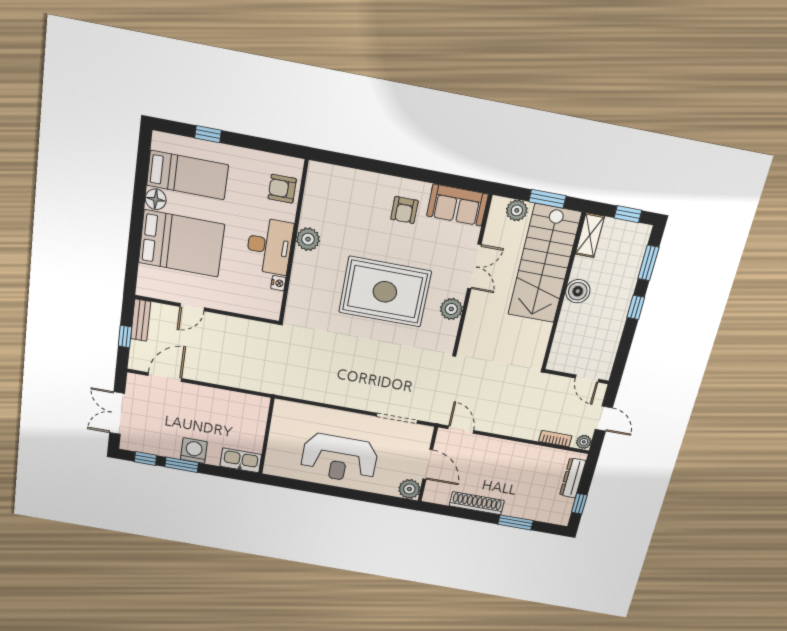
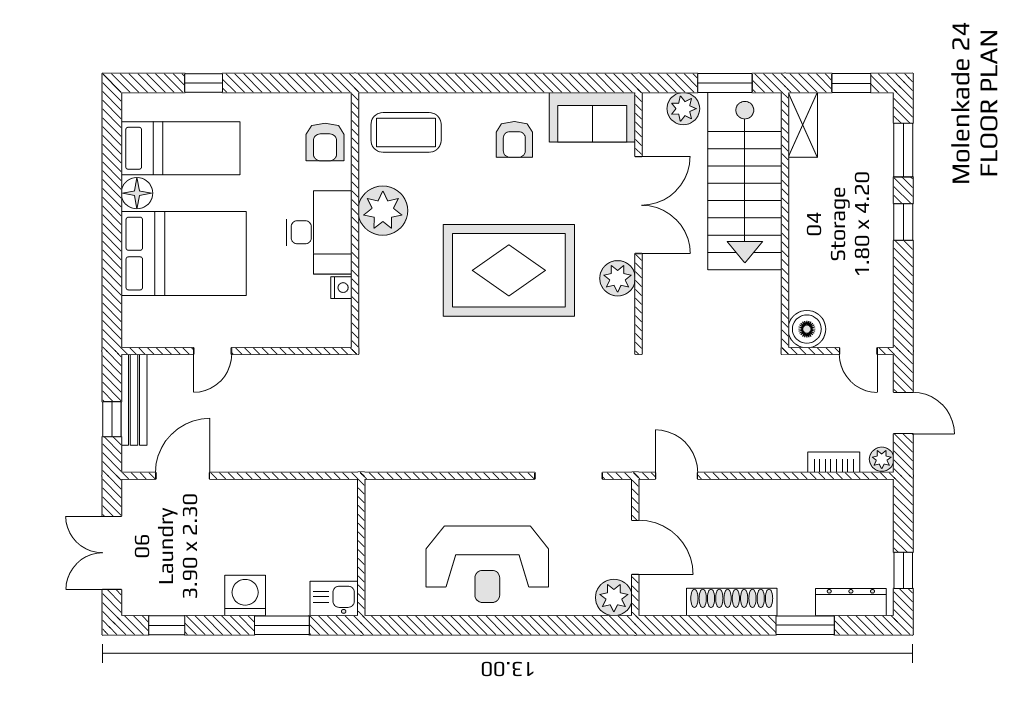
armchair: (282, 189) -> (325, 142), turned -90
coffee table: (336, 192) -> (406, 132), added
plant: (308, 239) -> (383, 211), width x1.36, depth x1.36
double door: (474, 266) -> (638, 205), width x1.37
boiler: (578, 291) -> (807, 329), moved
bench: (141, 320) -> (134, 400), width x1.36
kitchen sink: (241, 460) -> (334, 599), width x0.73
window: (182, 465) -> (282, 625), moved
dresser: (573, 478) -> (851, 602), moved, turned 90

